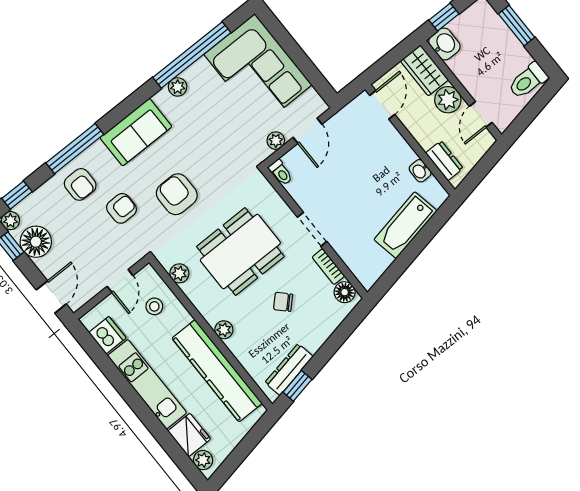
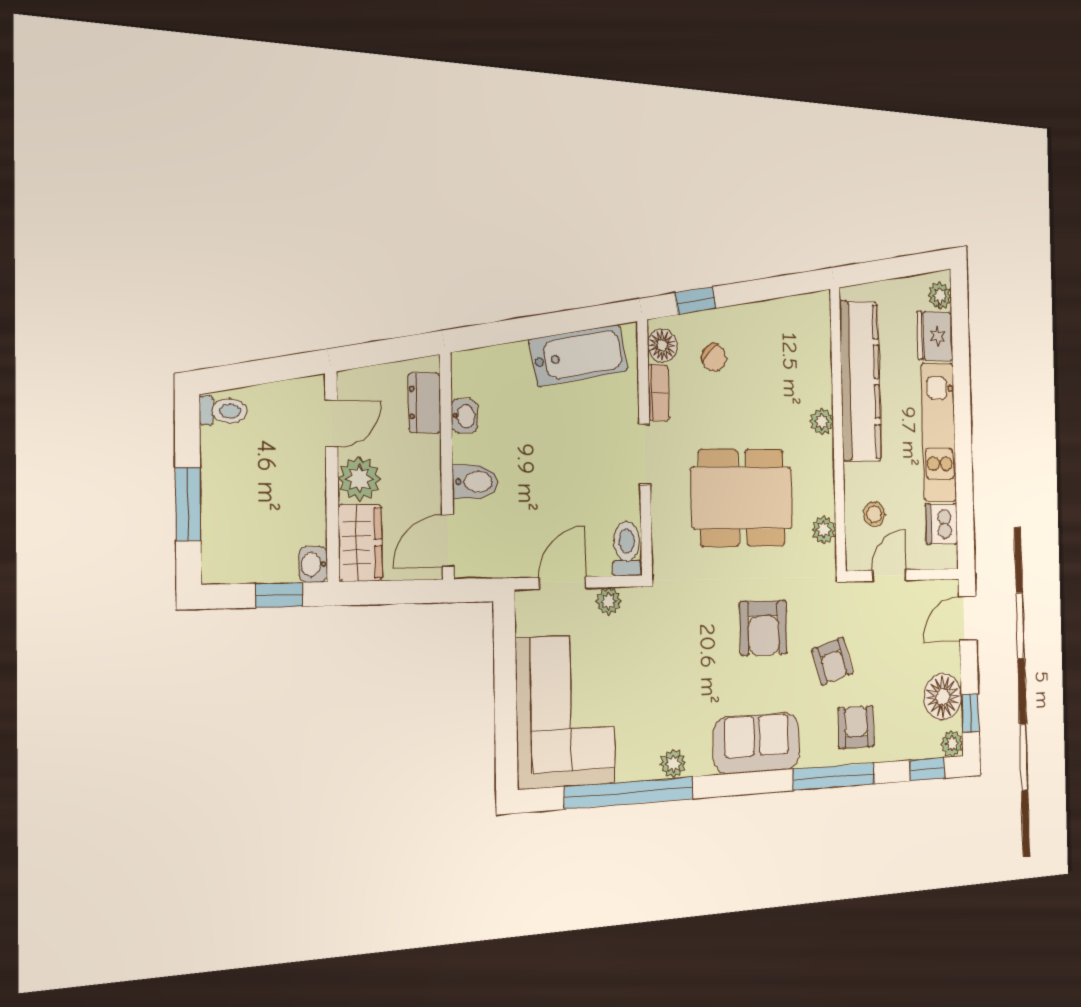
washbasin: (444, 44) -> (313, 564), width x0.72, depth x0.69
toilet: (528, 81) -> (223, 411), width x0.73, depth x0.72
bidet: (390, 144) -> (475, 482), added
toilet: (281, 172) -> (627, 548), width x1.37, depth x1.39
armchair: (121, 208) -> (832, 661), turned -107
bathtub: (405, 225) -> (579, 355), moved
chair: (283, 302) -> (714, 358), moved
dresser: (289, 370) -> (786, 312), removed
window: (297, 386) -> (695, 301), moved

